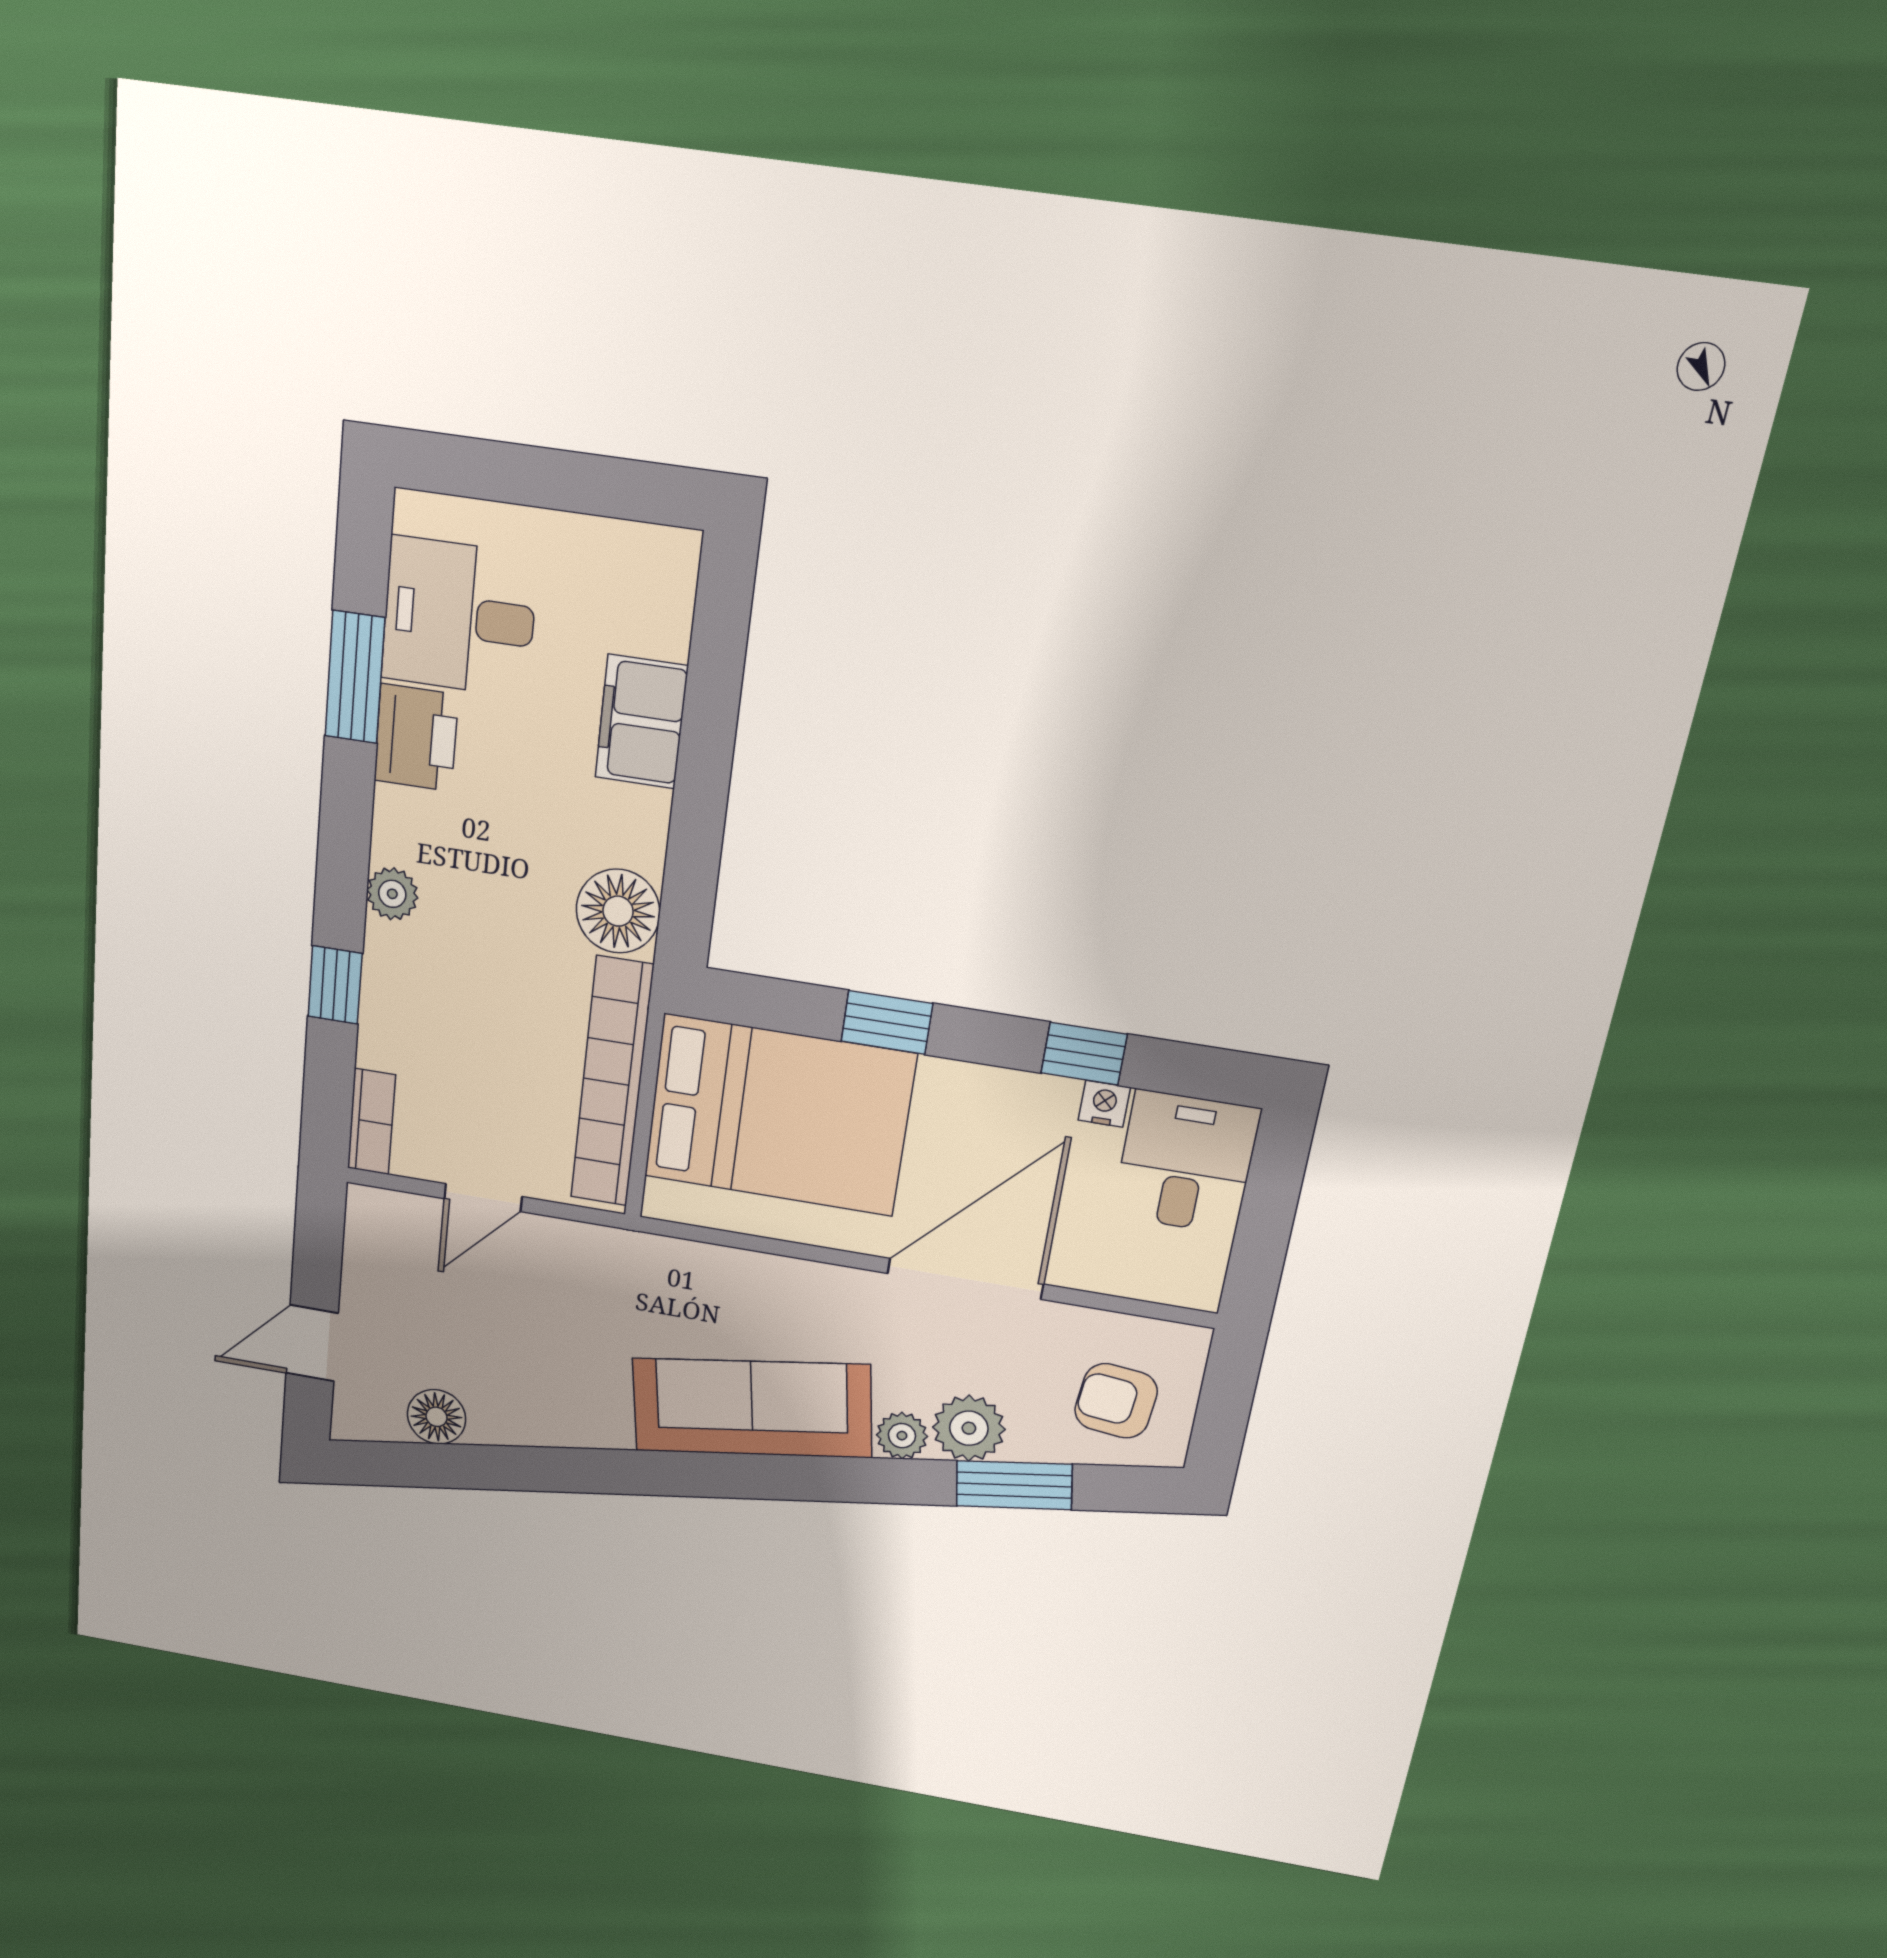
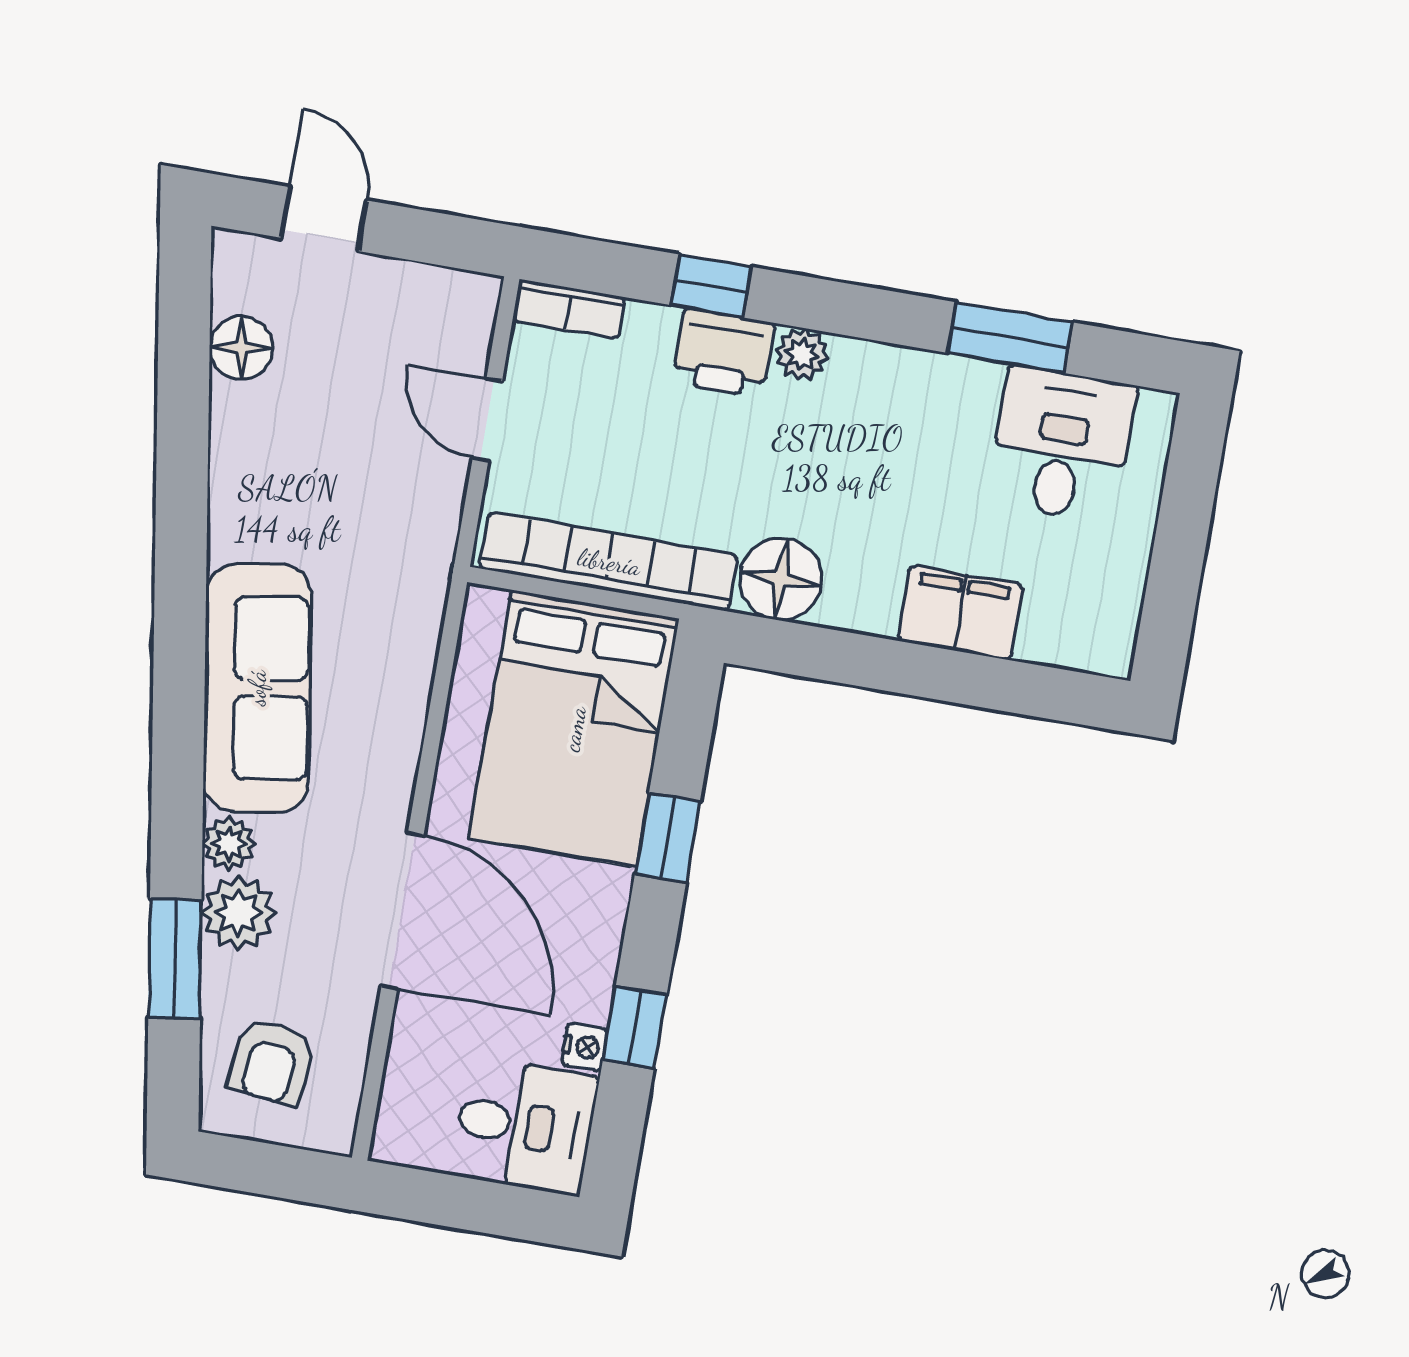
printer: (416, 738) -> (723, 353), moved
armchair: (1116, 1401) -> (272, 1062), turned 180

